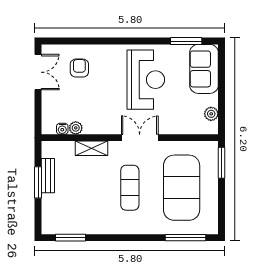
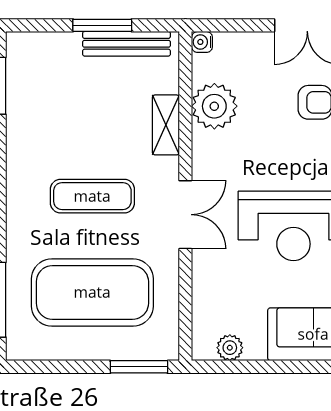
plant: (76, 128) -> (214, 106), width x1.87, depth x1.87
water cooler: (62, 129) -> (202, 42), moved
bench: (48, 176) -> (126, 44), width x1.36

